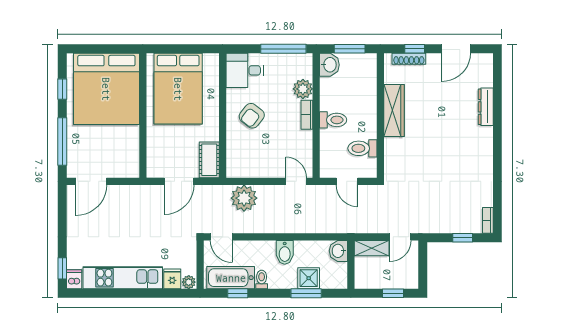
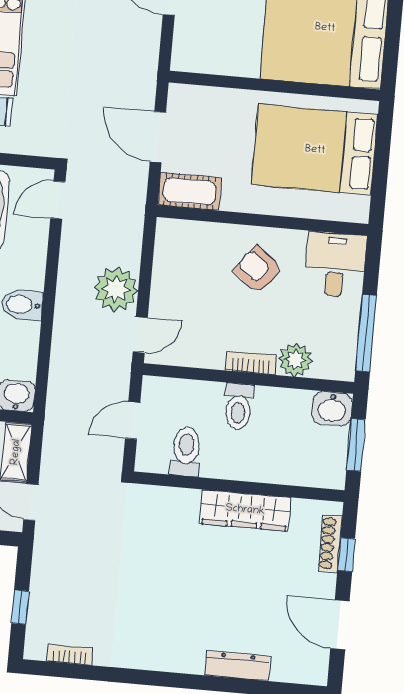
plant: (244, 198) -> (116, 289), moved
bookcase: (488, 220) -> (70, 655), moved

